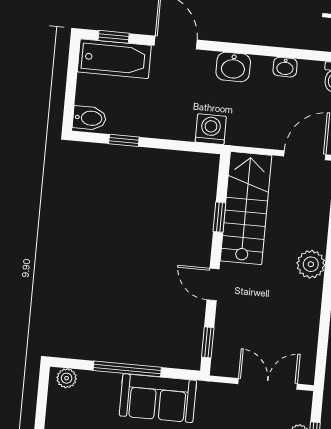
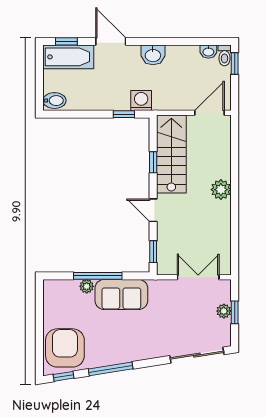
washbasin: (285, 67) -> (208, 52), moved
window: (124, 140) -> (124, 114), moved
plant: (67, 378) -> (87, 286), moved

